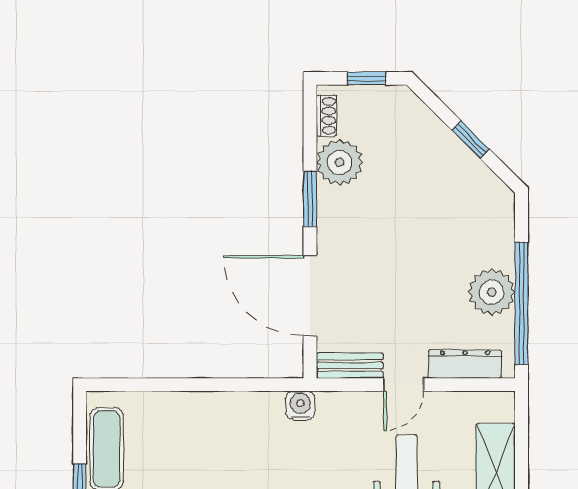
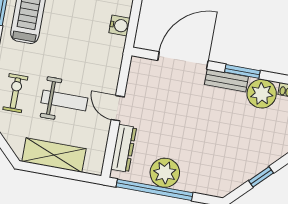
bench: (350, 366) -> (226, 81), moved, turned 90
water cooler: (300, 406) -> (120, 25), moved

